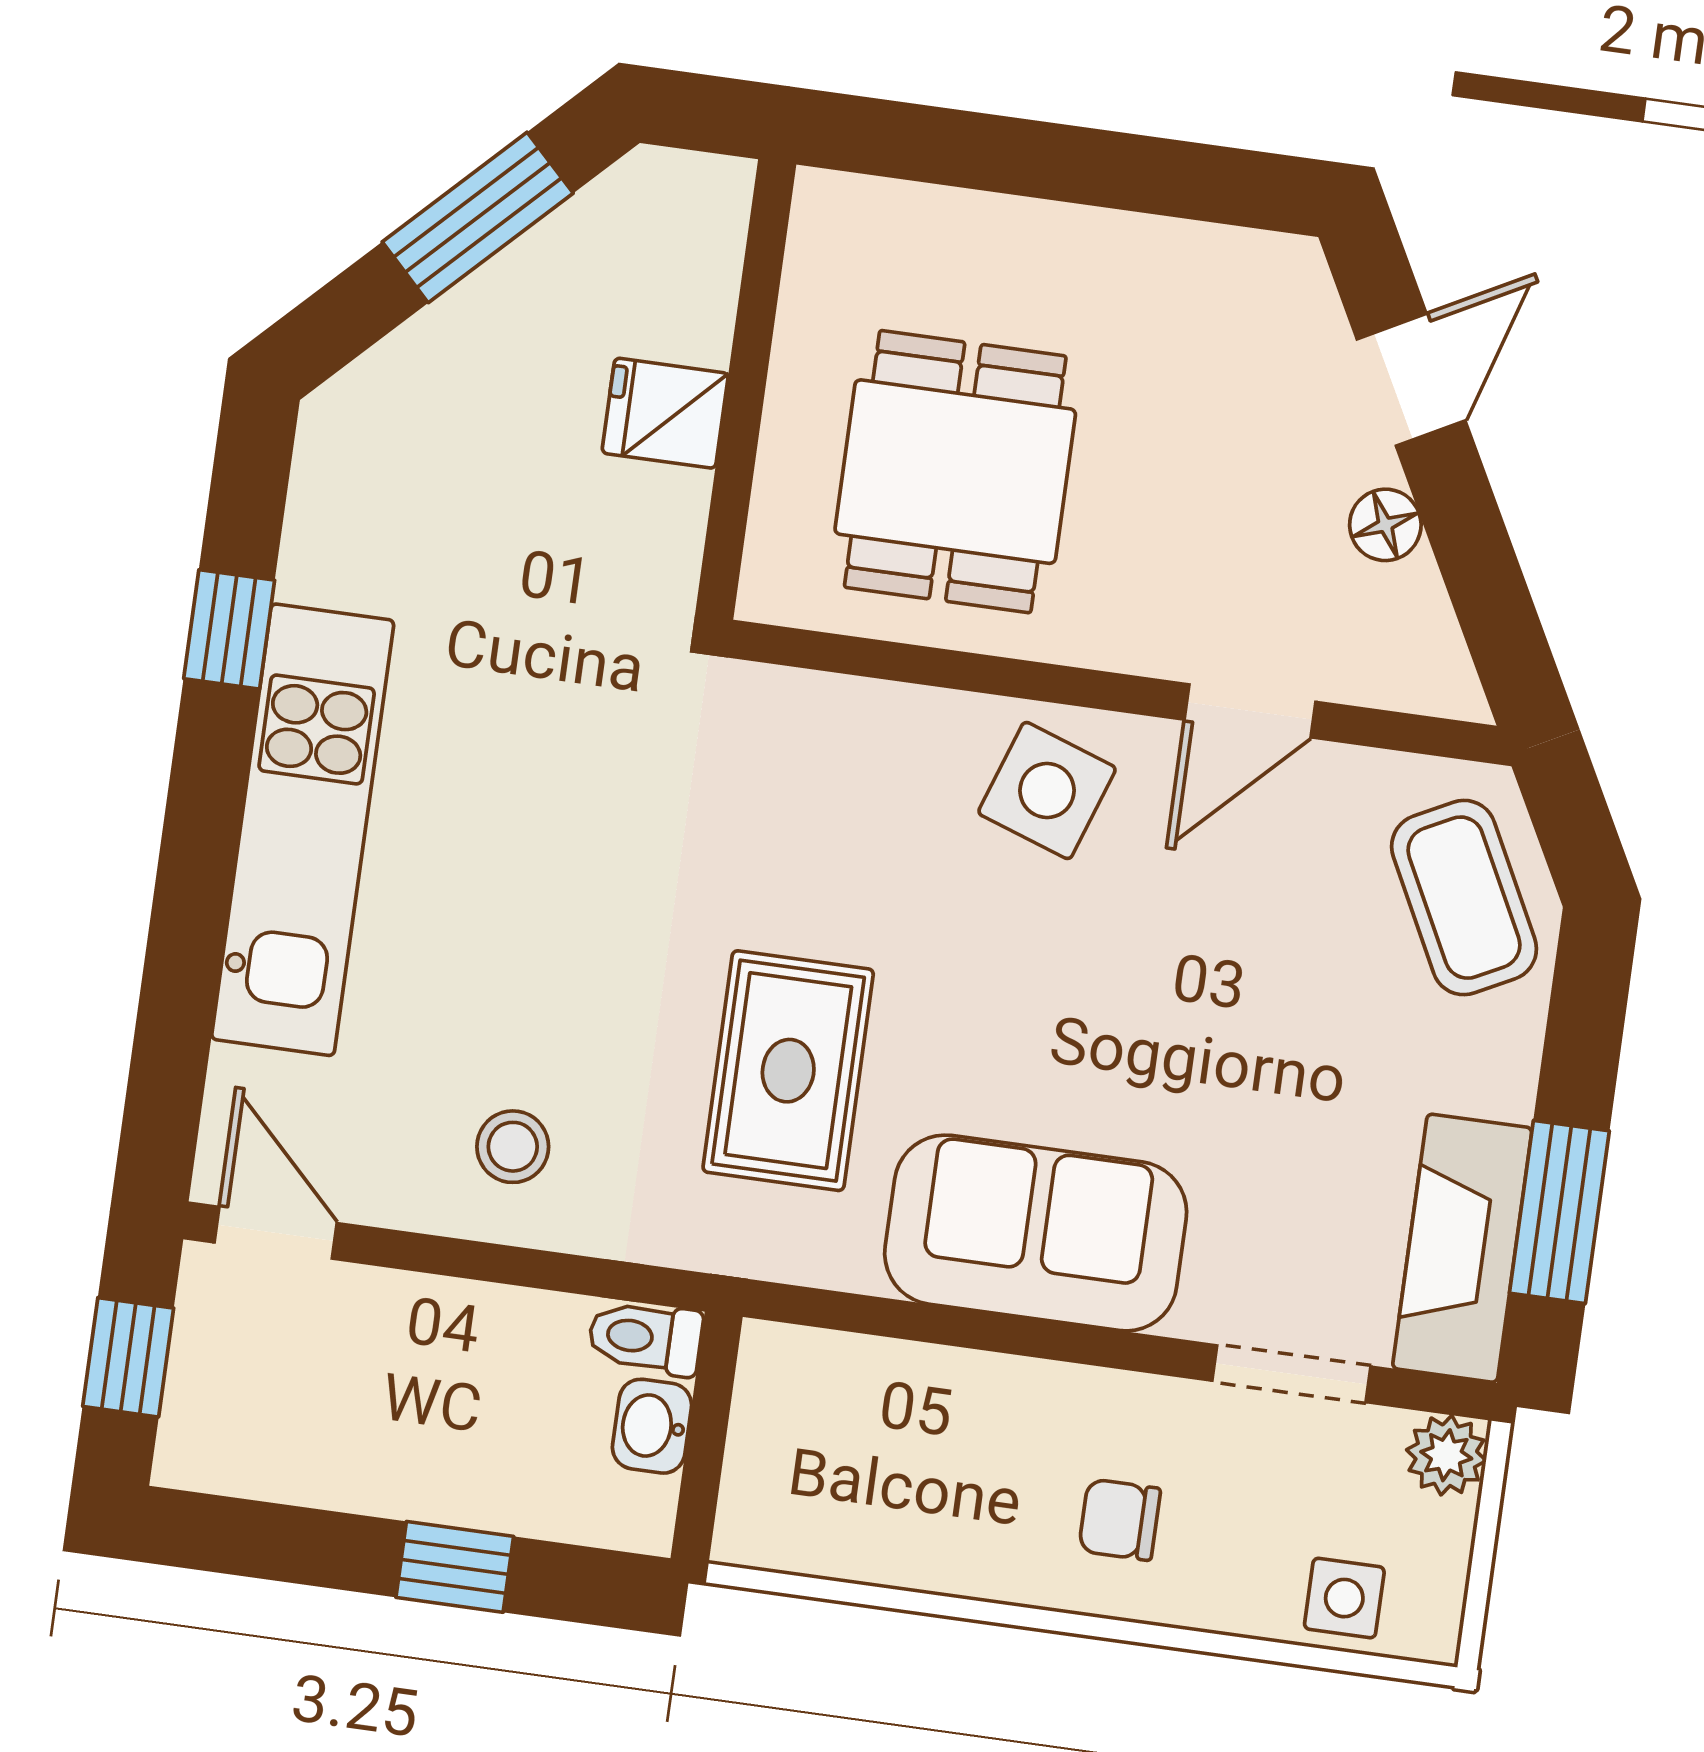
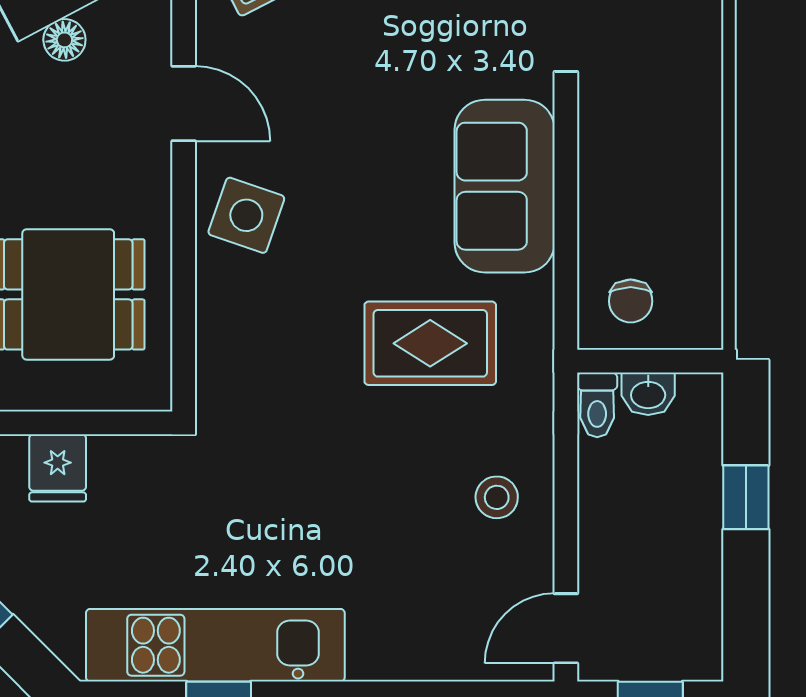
kitchen unit: (303, 830) -> (215, 645), moved
chair: (1120, 1520) -> (631, 301), moved

